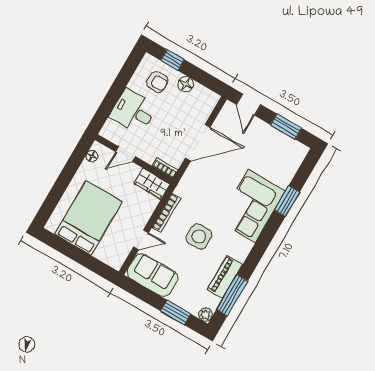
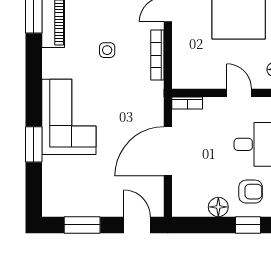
armchair: (157, 82) -> (251, 192), turned 180
door: (126, 154) -> (239, 93), hinge flipped
wardrobe: (152, 184) -> (192, 77), removed
side table: (199, 236) -> (107, 50), width x0.54, depth x0.54

